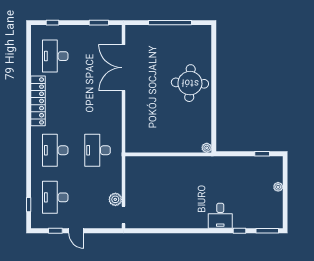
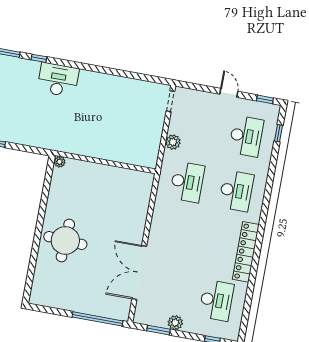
window: (170, 23) -> (97, 319), moved
plant: (86, 31) -> (175, 323), added
double door: (123, 68) -> (139, 273), swing flipped
plant: (115, 199) -> (173, 142), moved
desk: (220, 216) -> (58, 80), width x1.37
window: (55, 231) -> (265, 99), moved

